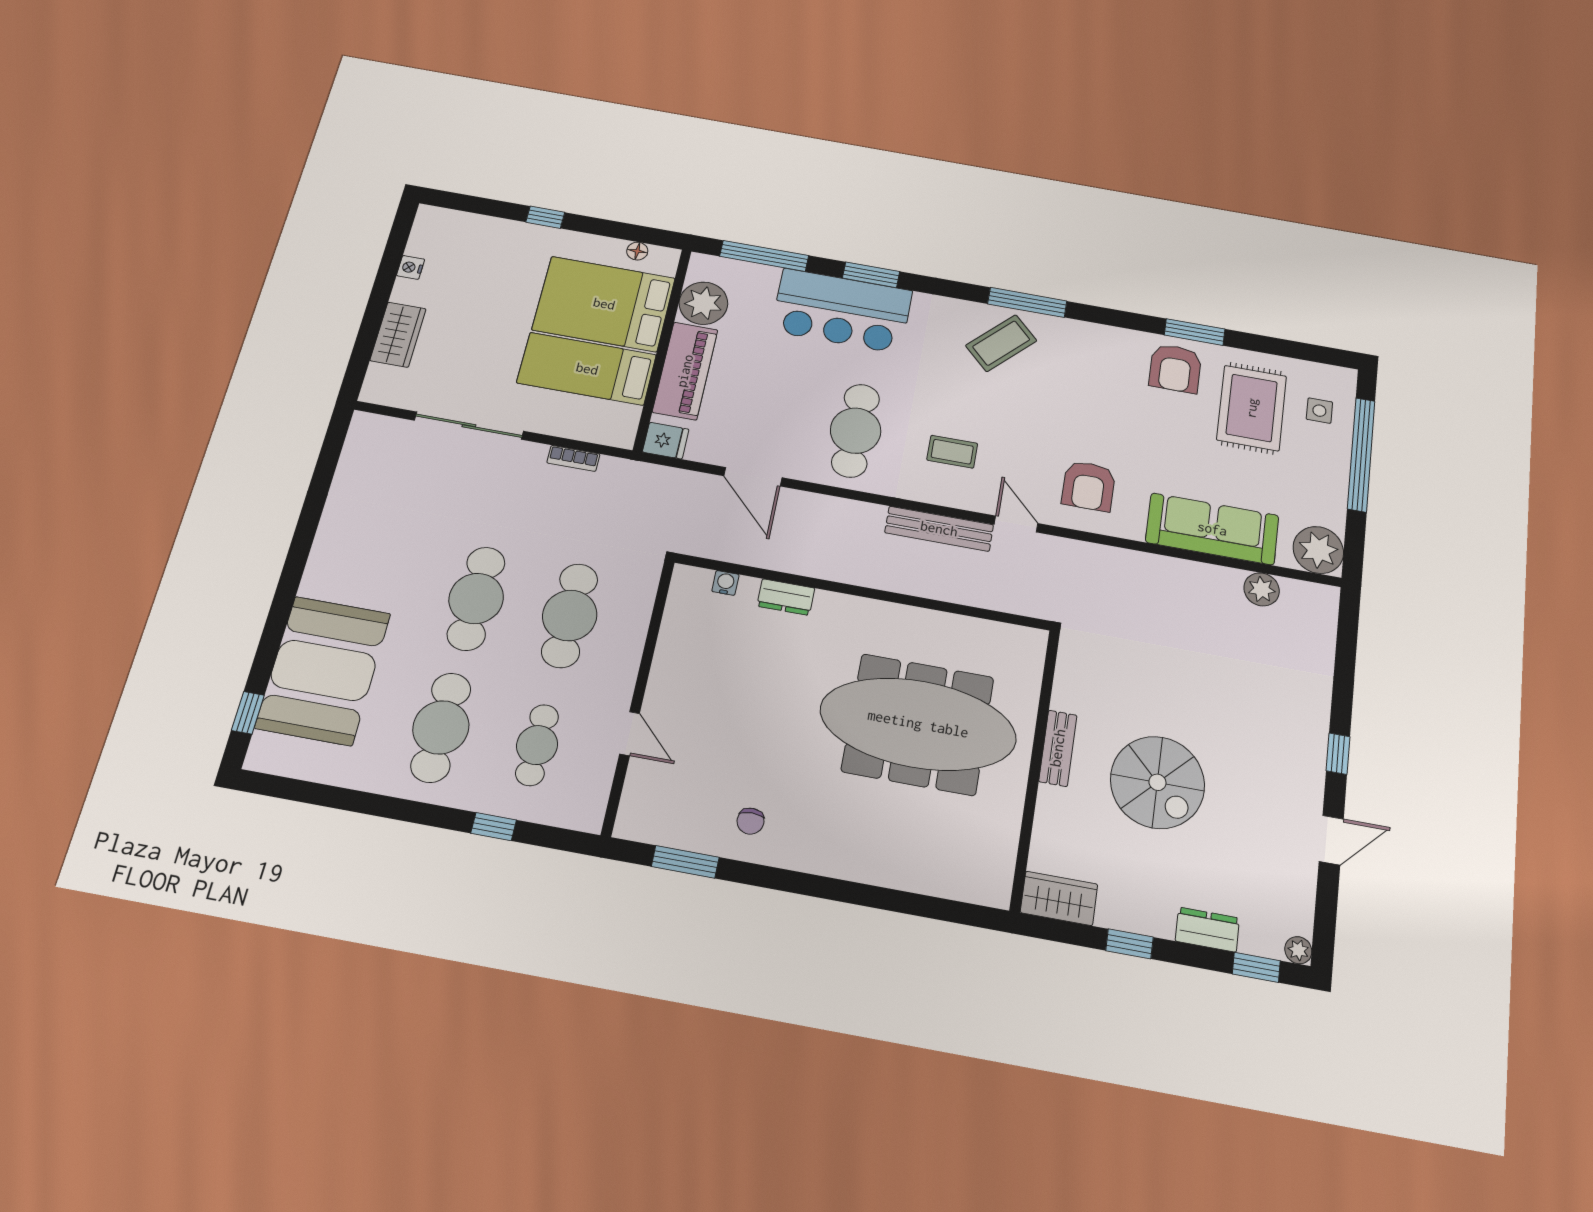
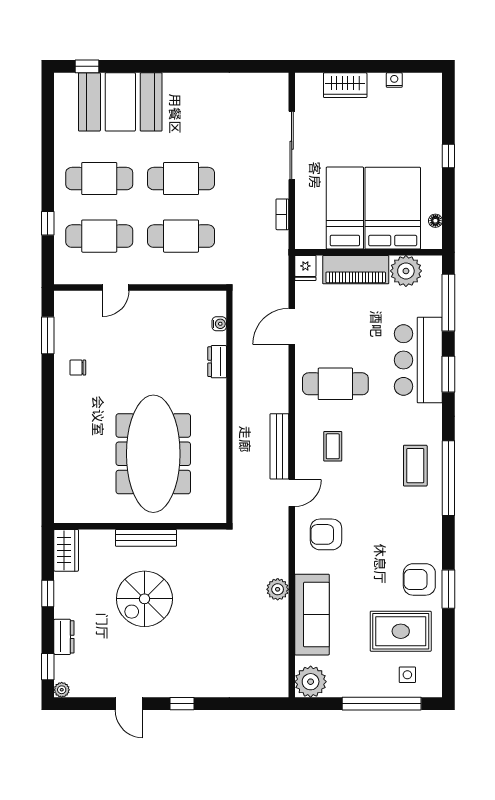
window: (1027, 302) -> (448, 478), width x1.46
coffee table: (1001, 343) -> (415, 466), turned 45
plant: (1262, 589) -> (278, 589), moved
cafe table: (537, 745) -> (99, 236), width x1.37, depth x1.35
bench: (1058, 748) -> (146, 538), width x1.36

